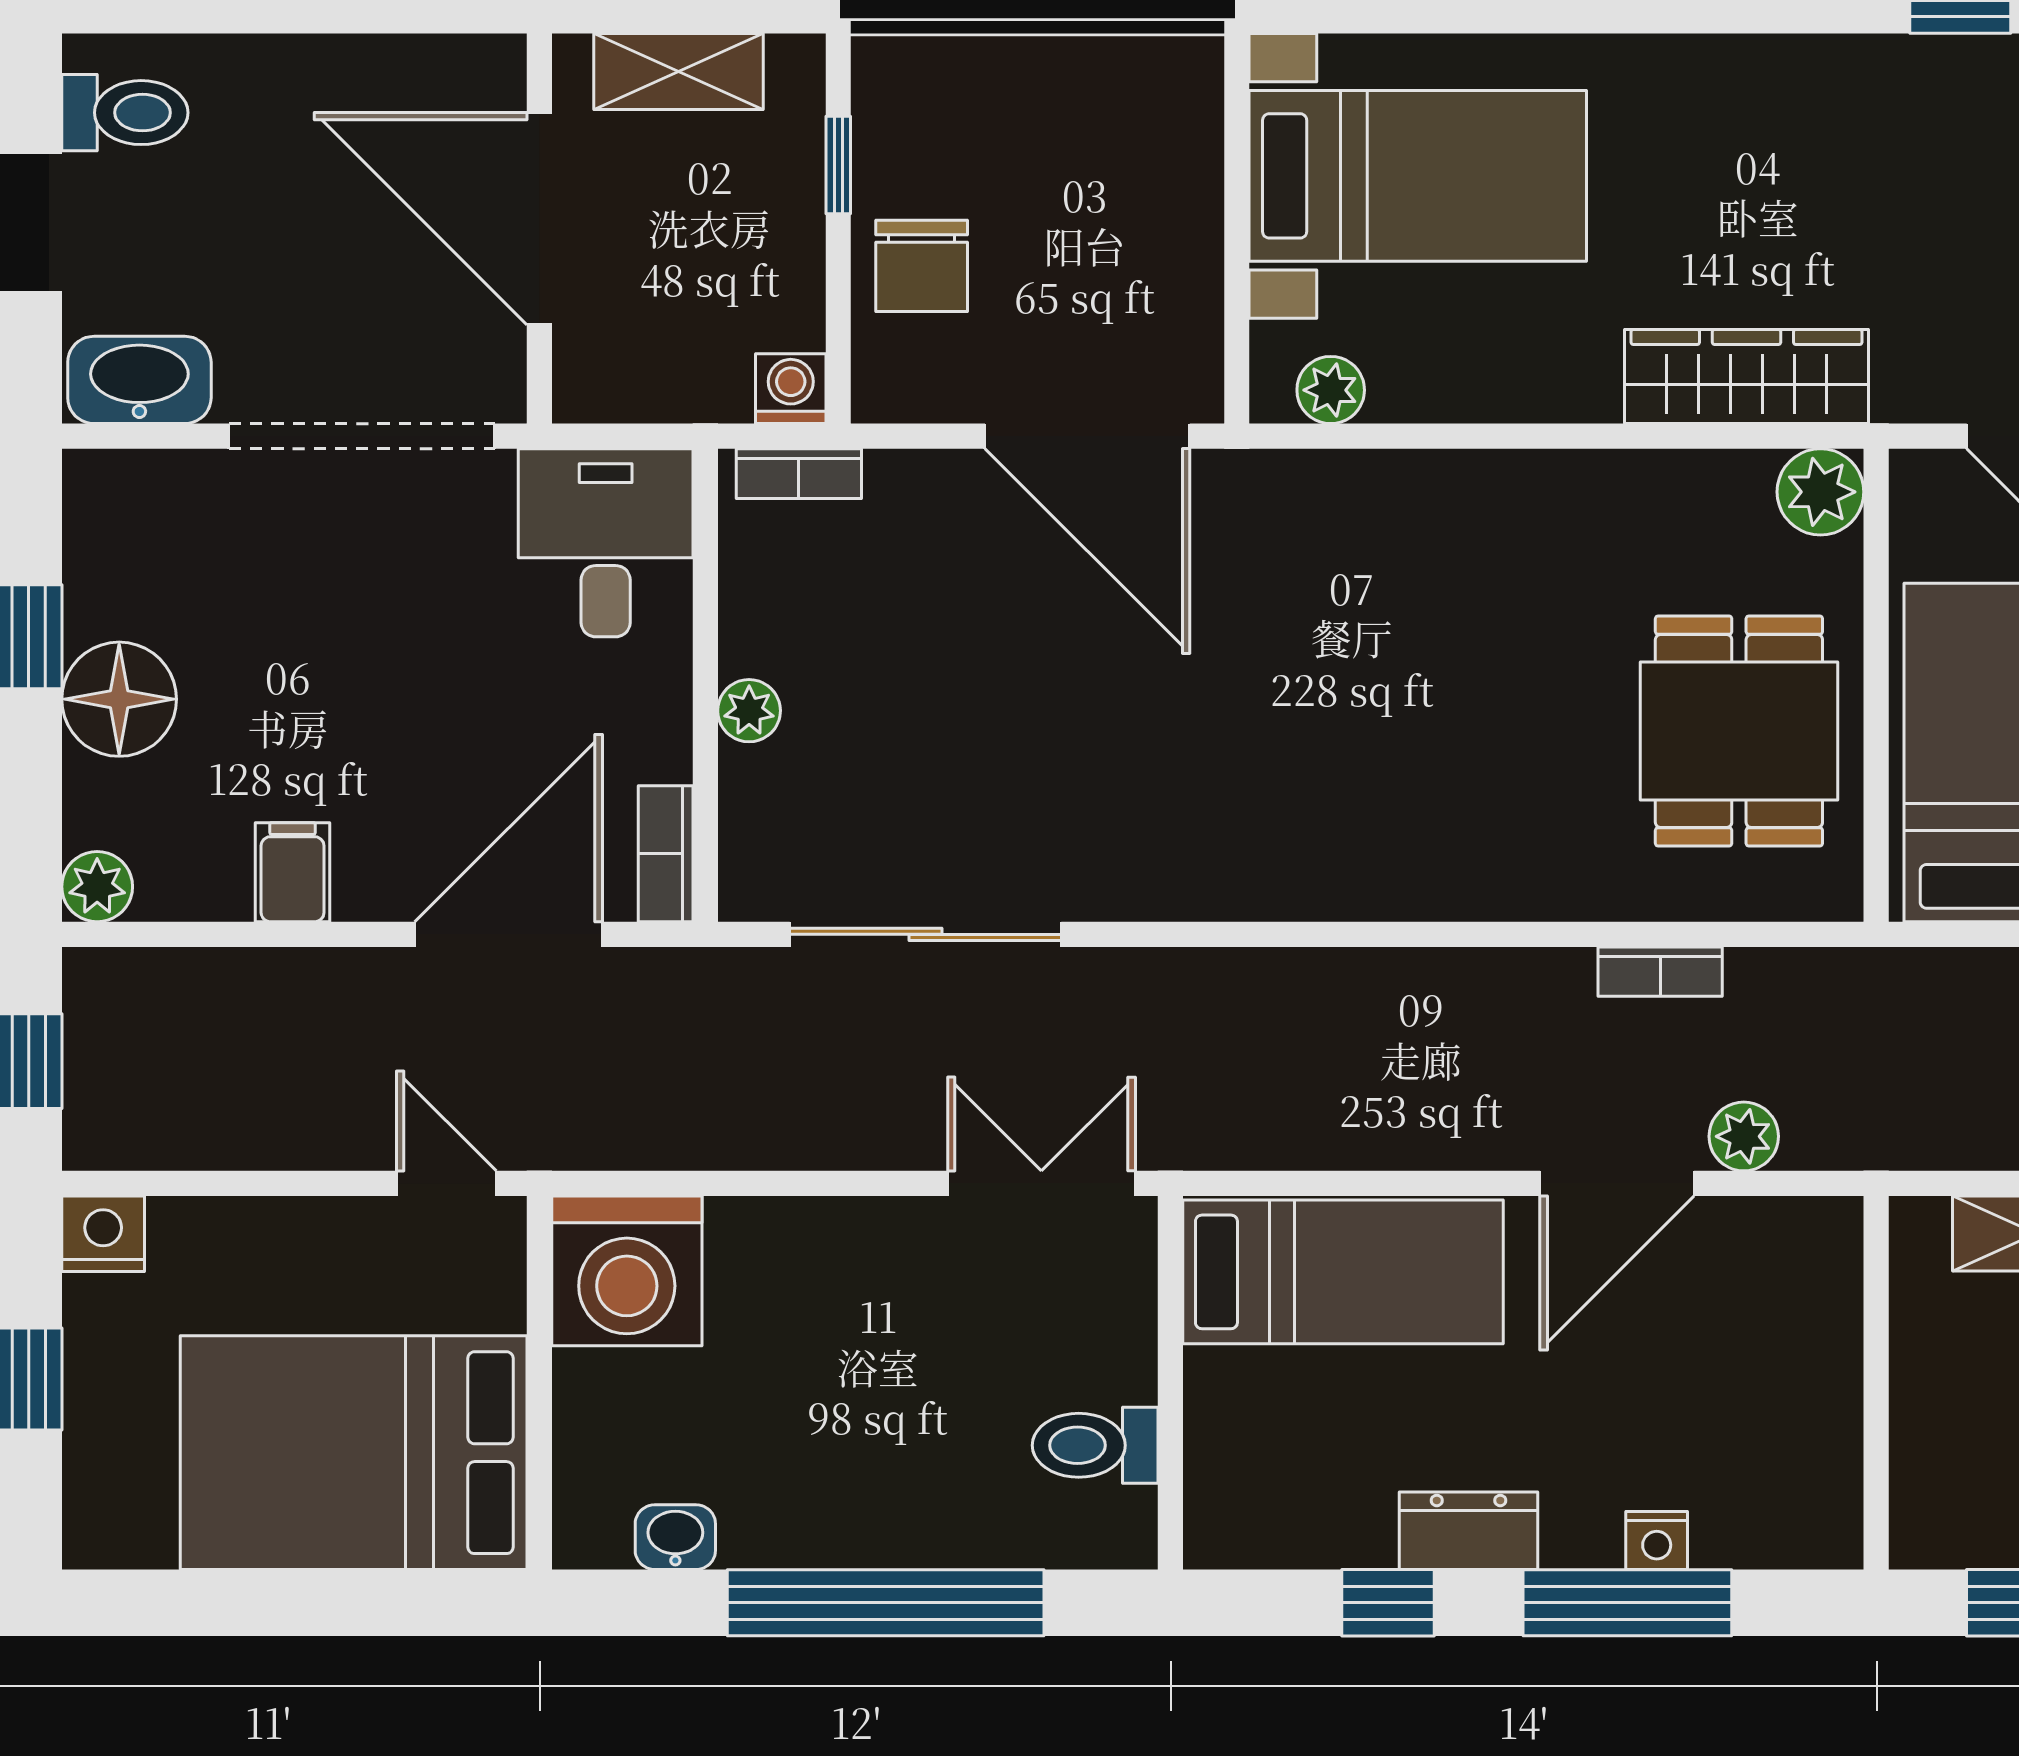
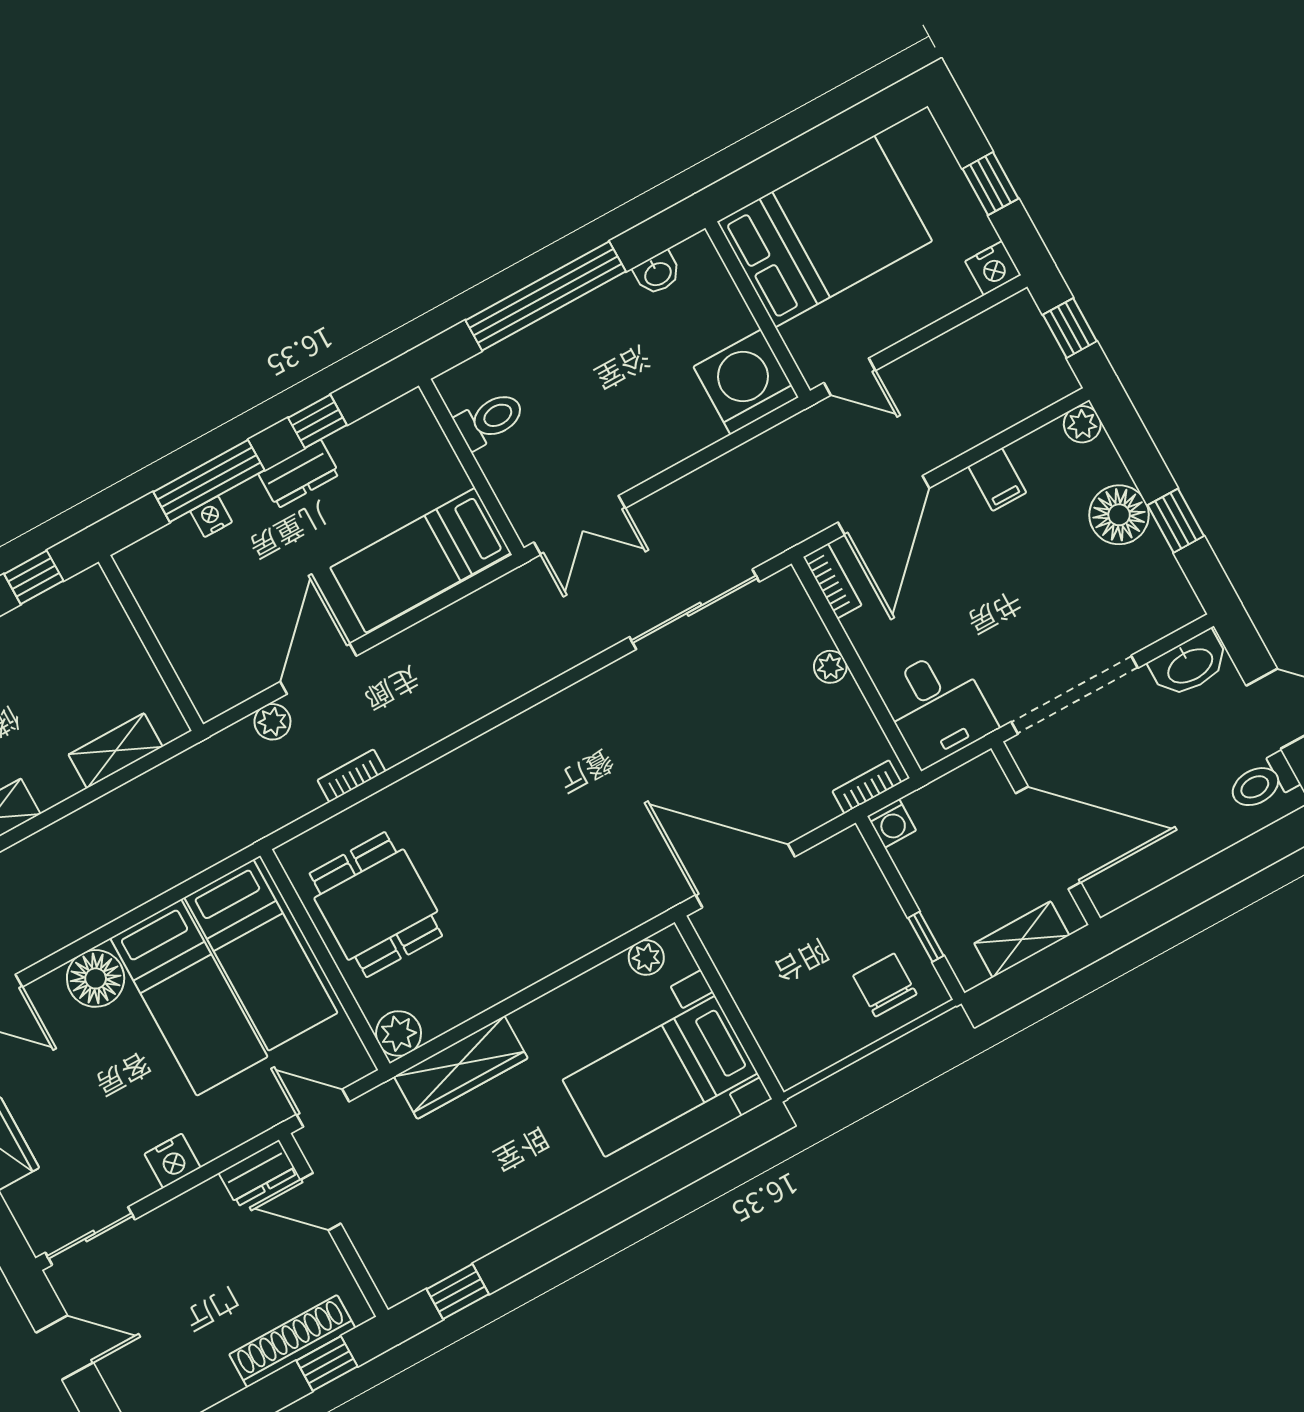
chair: (922, 266) -> (885, 985), moved

